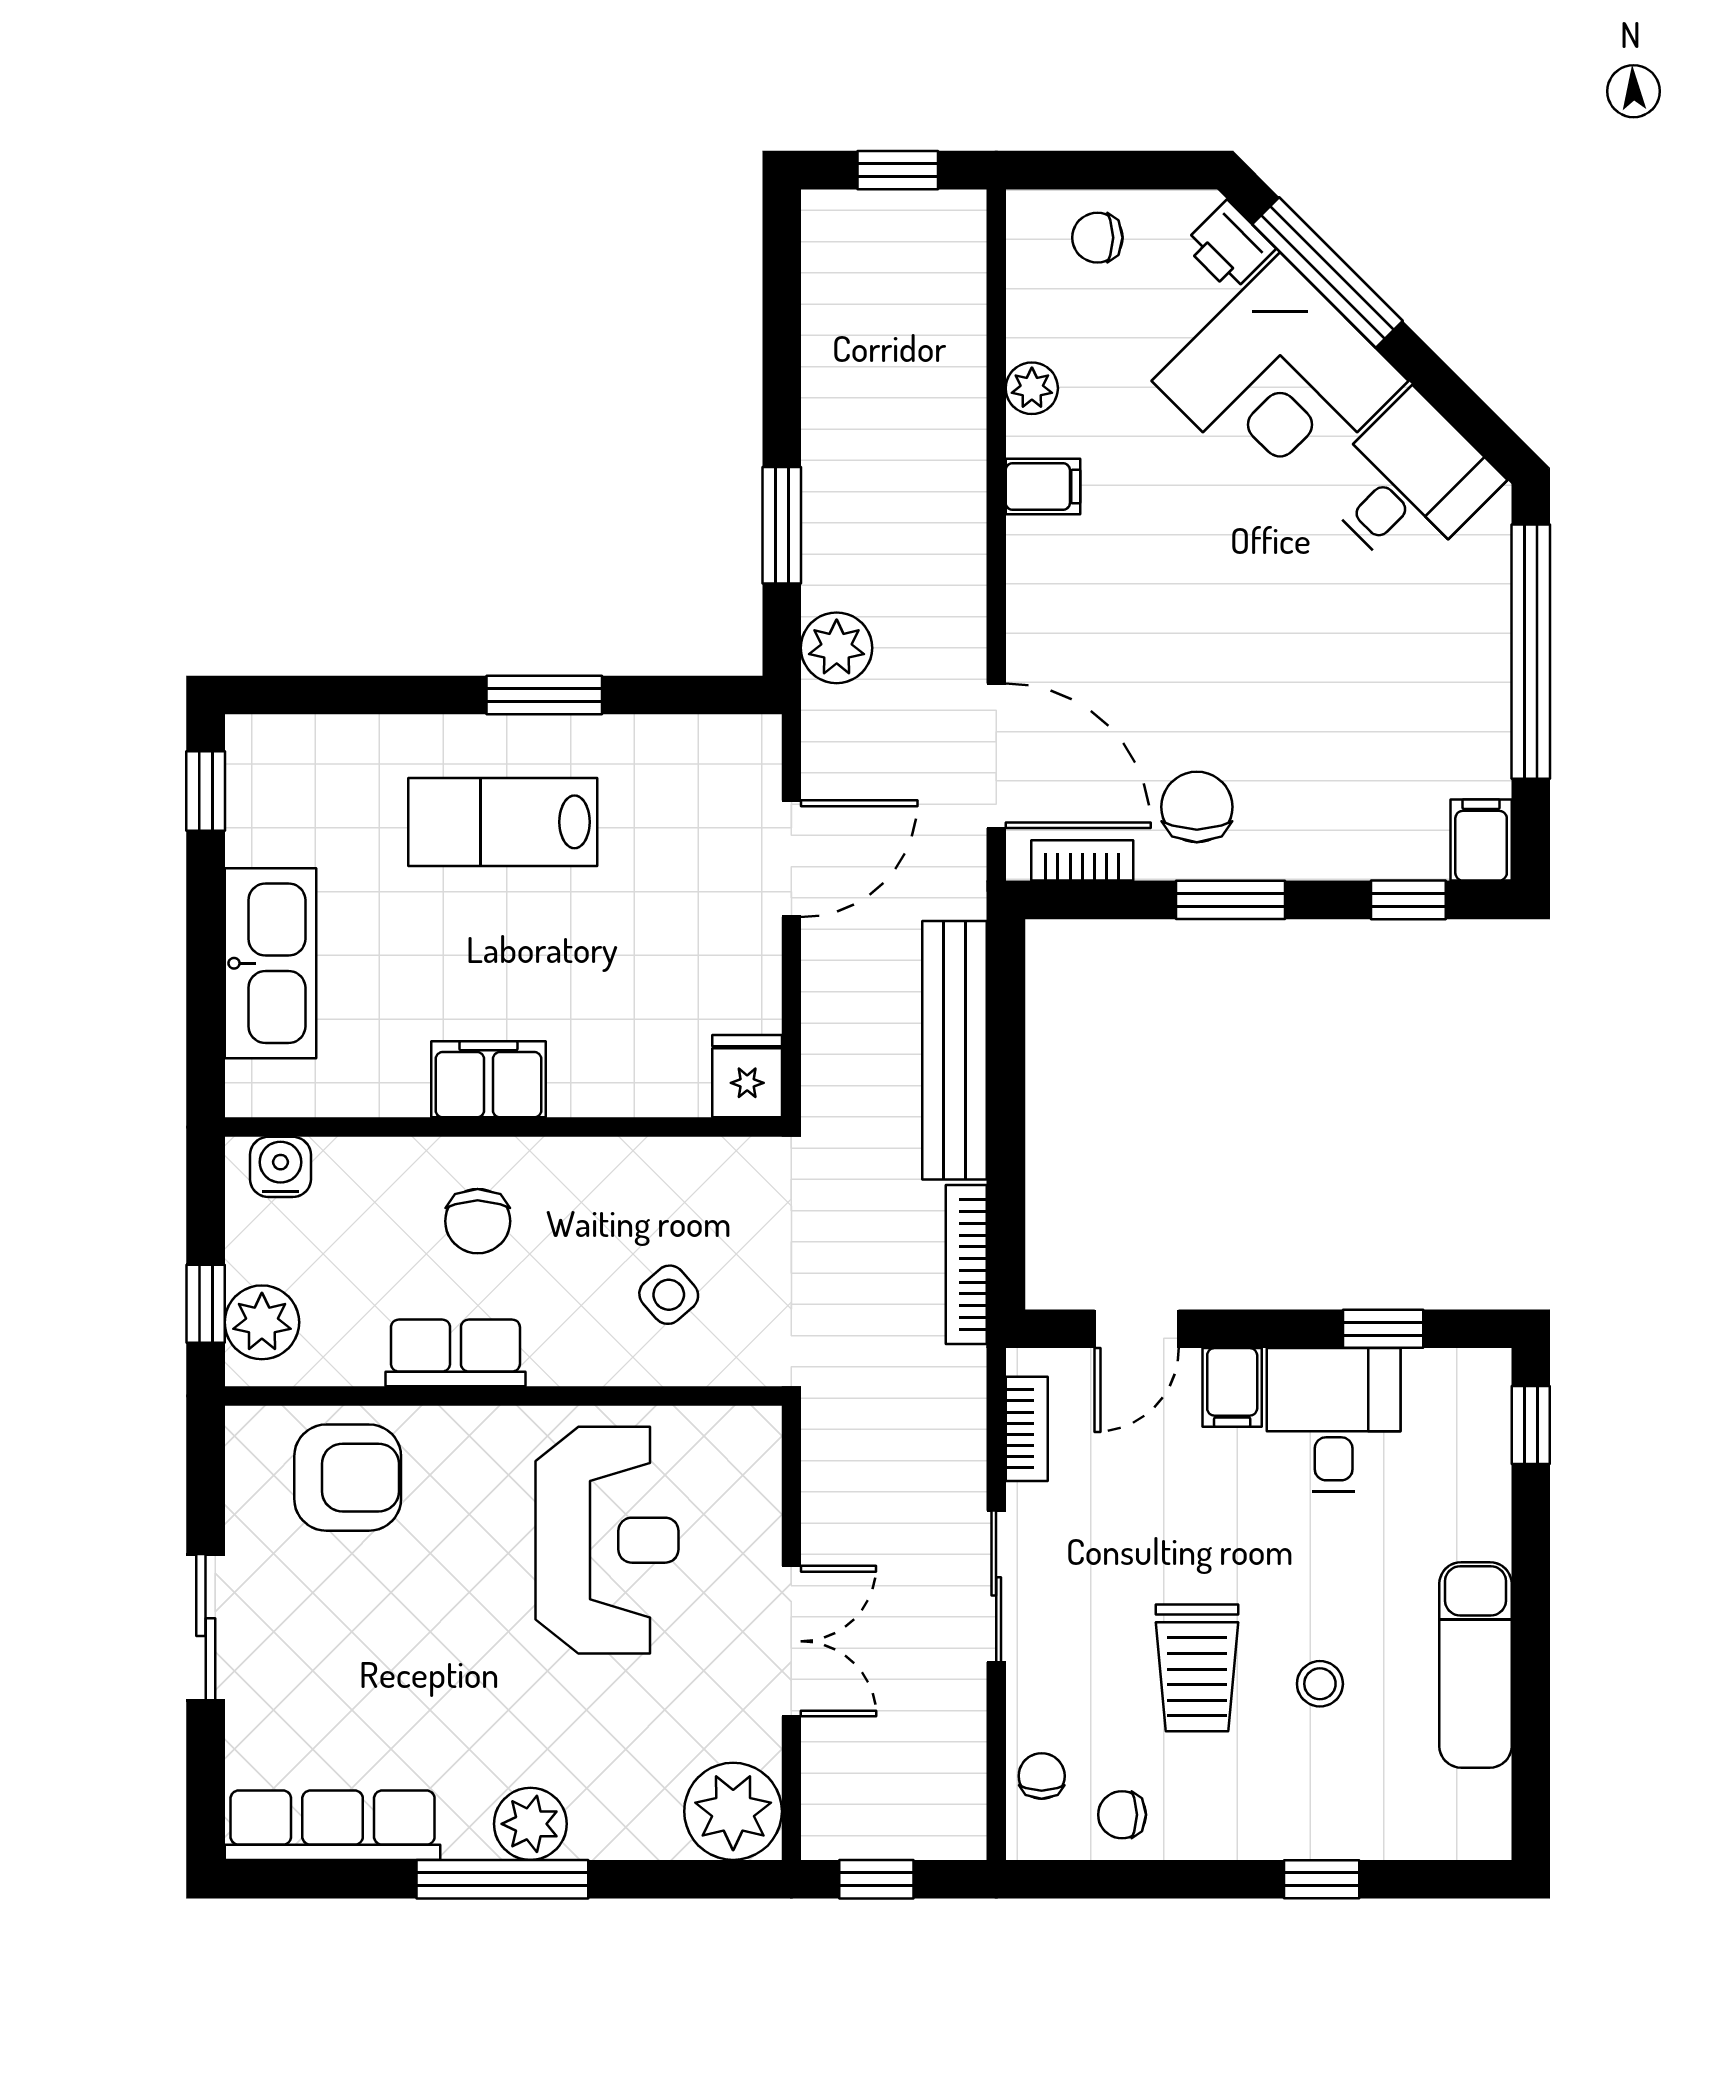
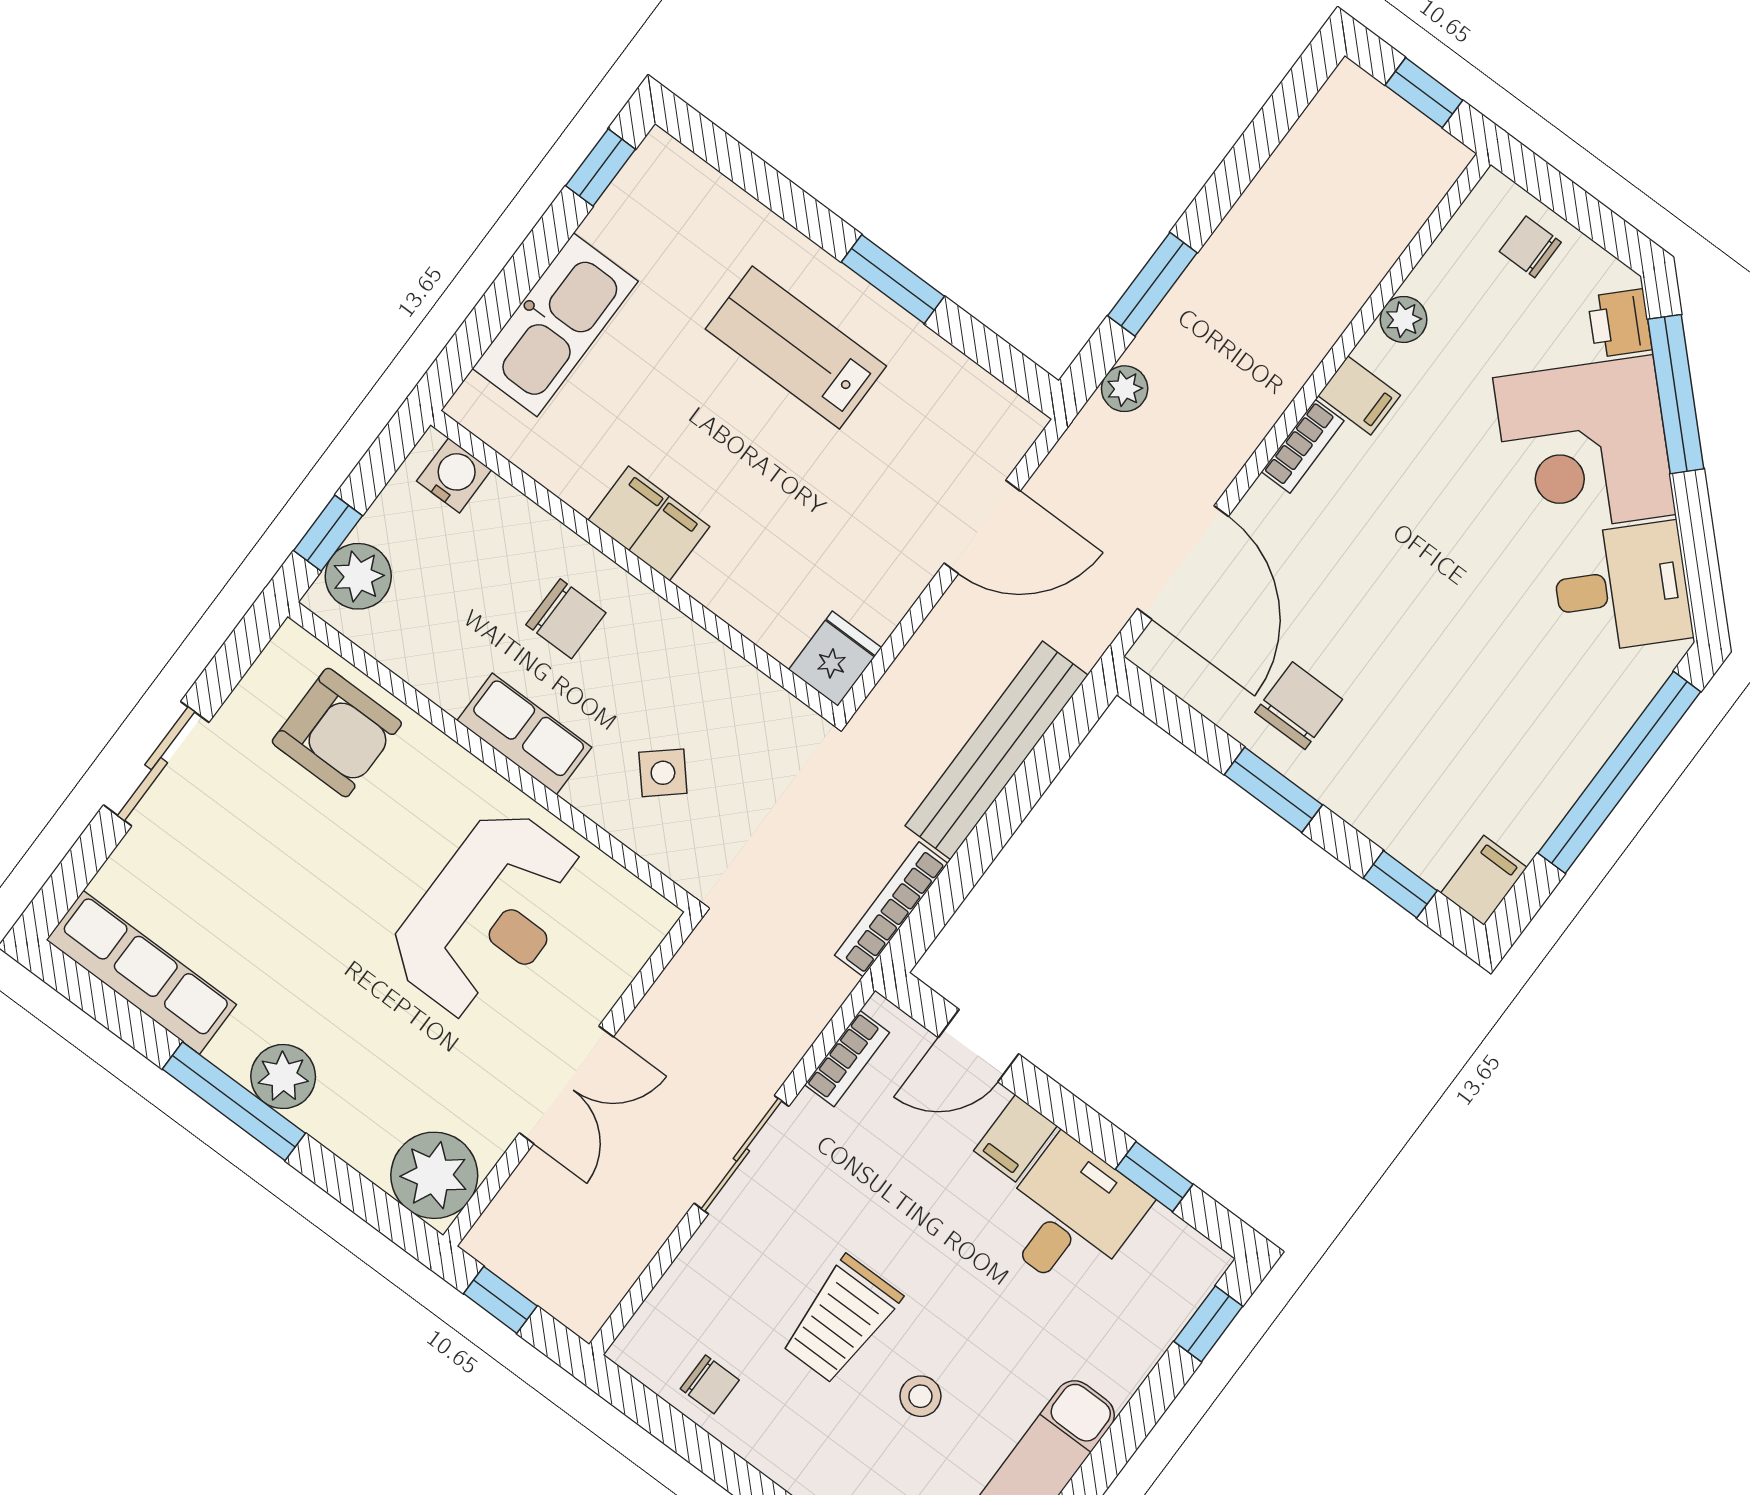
plant: (837, 648) -> (1125, 389), width x0.73, depth x0.73
bookcase: (1082, 860) -> (1303, 446), moved, turned 90
chair: (478, 1221) -> (566, 619), turned -90
row of seats: (455, 1353) -> (524, 734), moved
chair: (1042, 1776) -> (673, 1314), removed
chair: (1122, 1815) -> (710, 1384), turned 180

